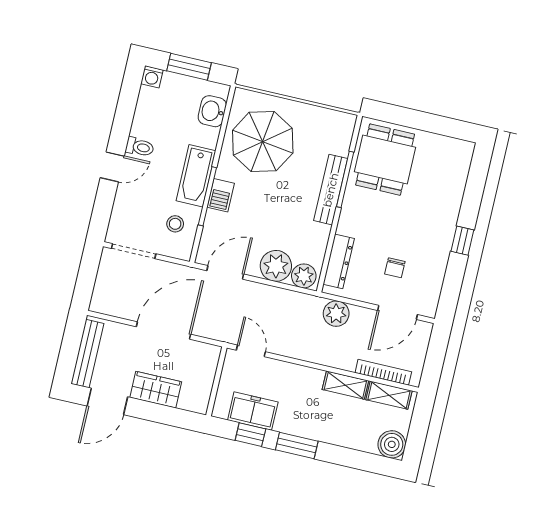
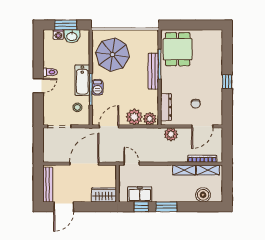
washing machine: (152, 77) -> (58, 35), moved
washbasin: (212, 111) -> (72, 36), moved, turned -90
wardrobe: (156, 390) -> (104, 195), moved
boiler: (392, 444) -> (203, 195), moved

